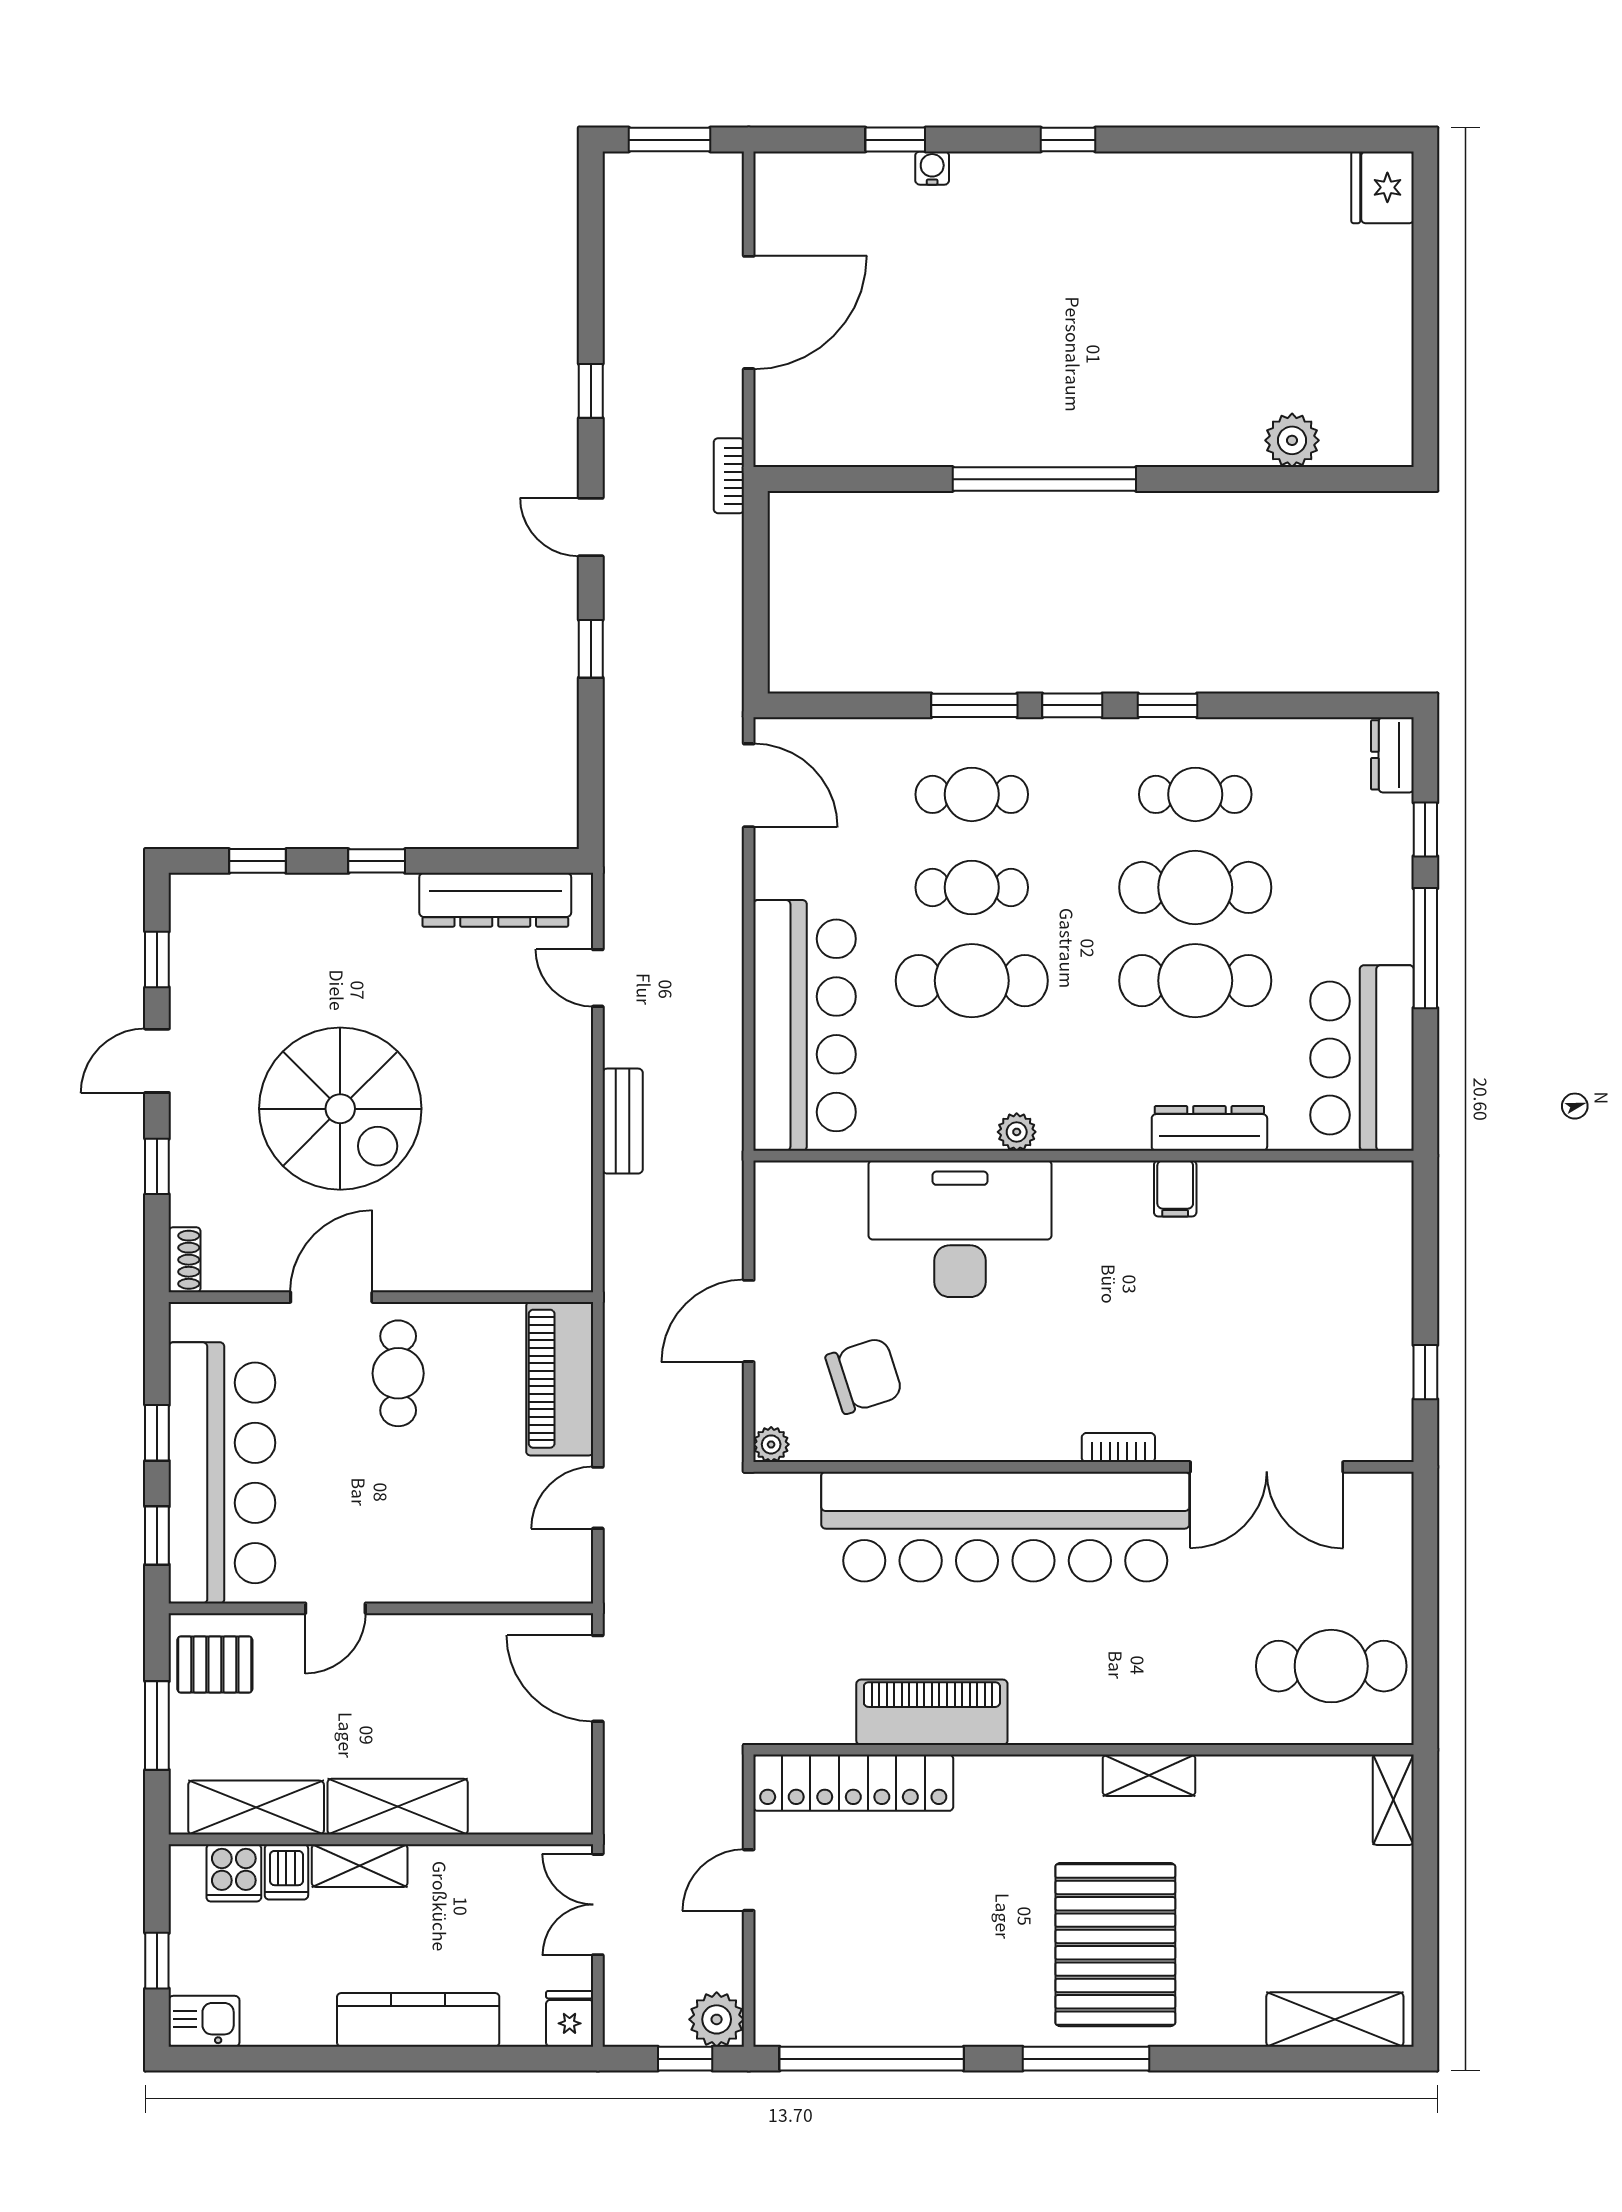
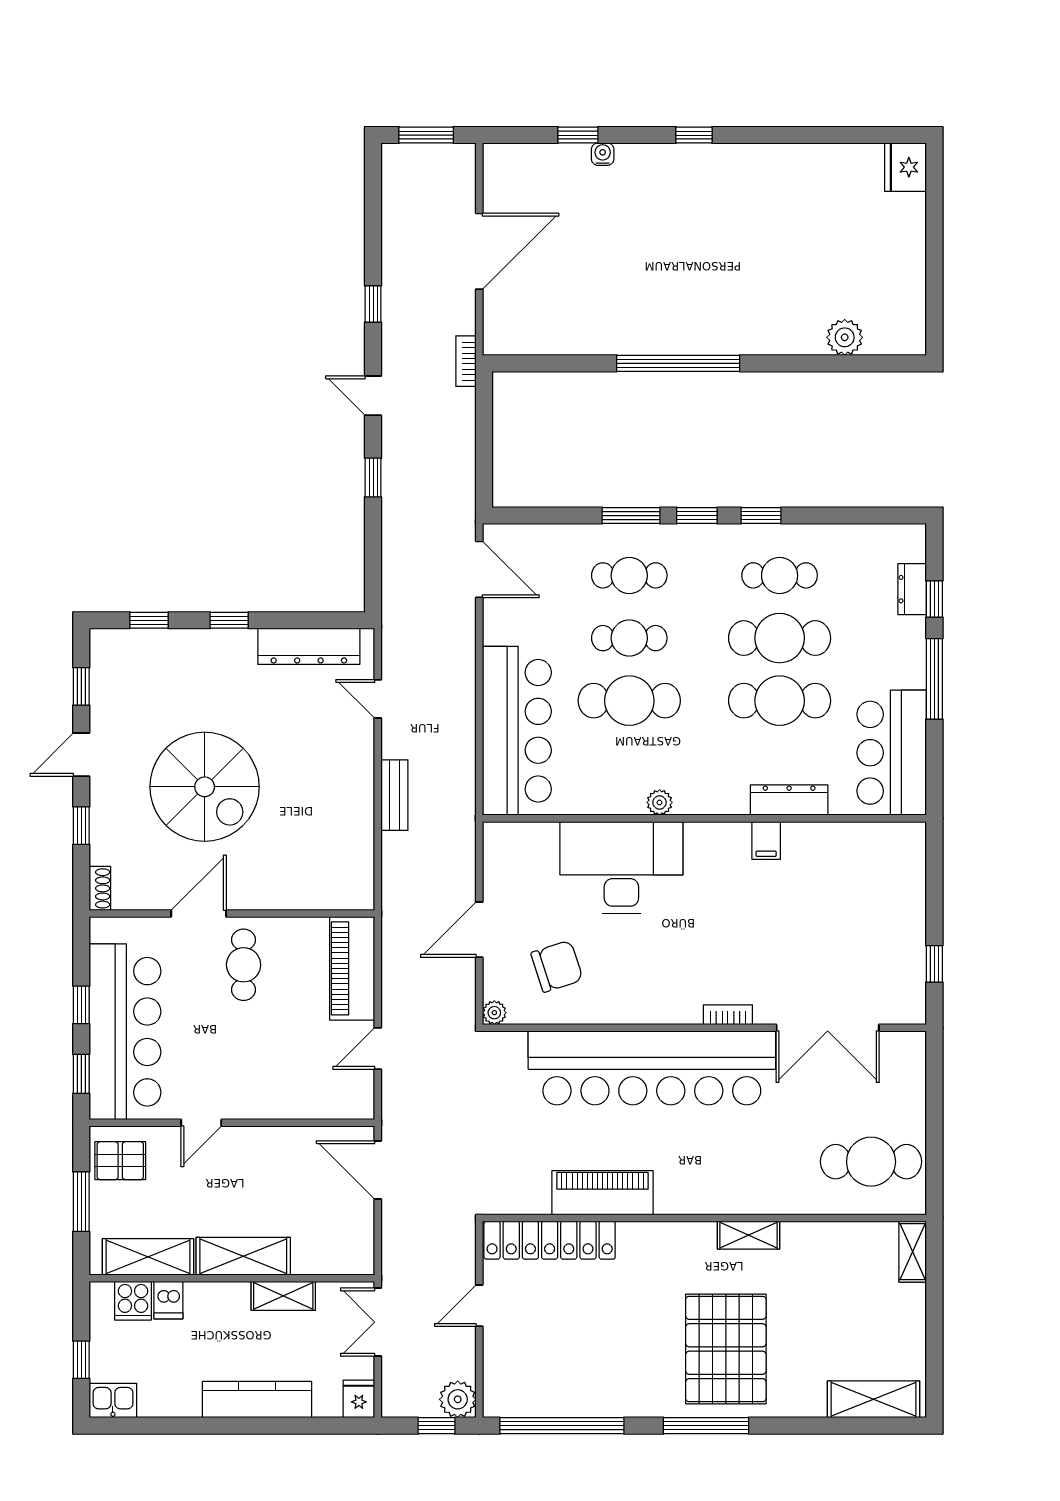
dresser: (1392, 755) -> (912, 589), moved
shelving: (360, 1866) -> (283, 1296), moved

